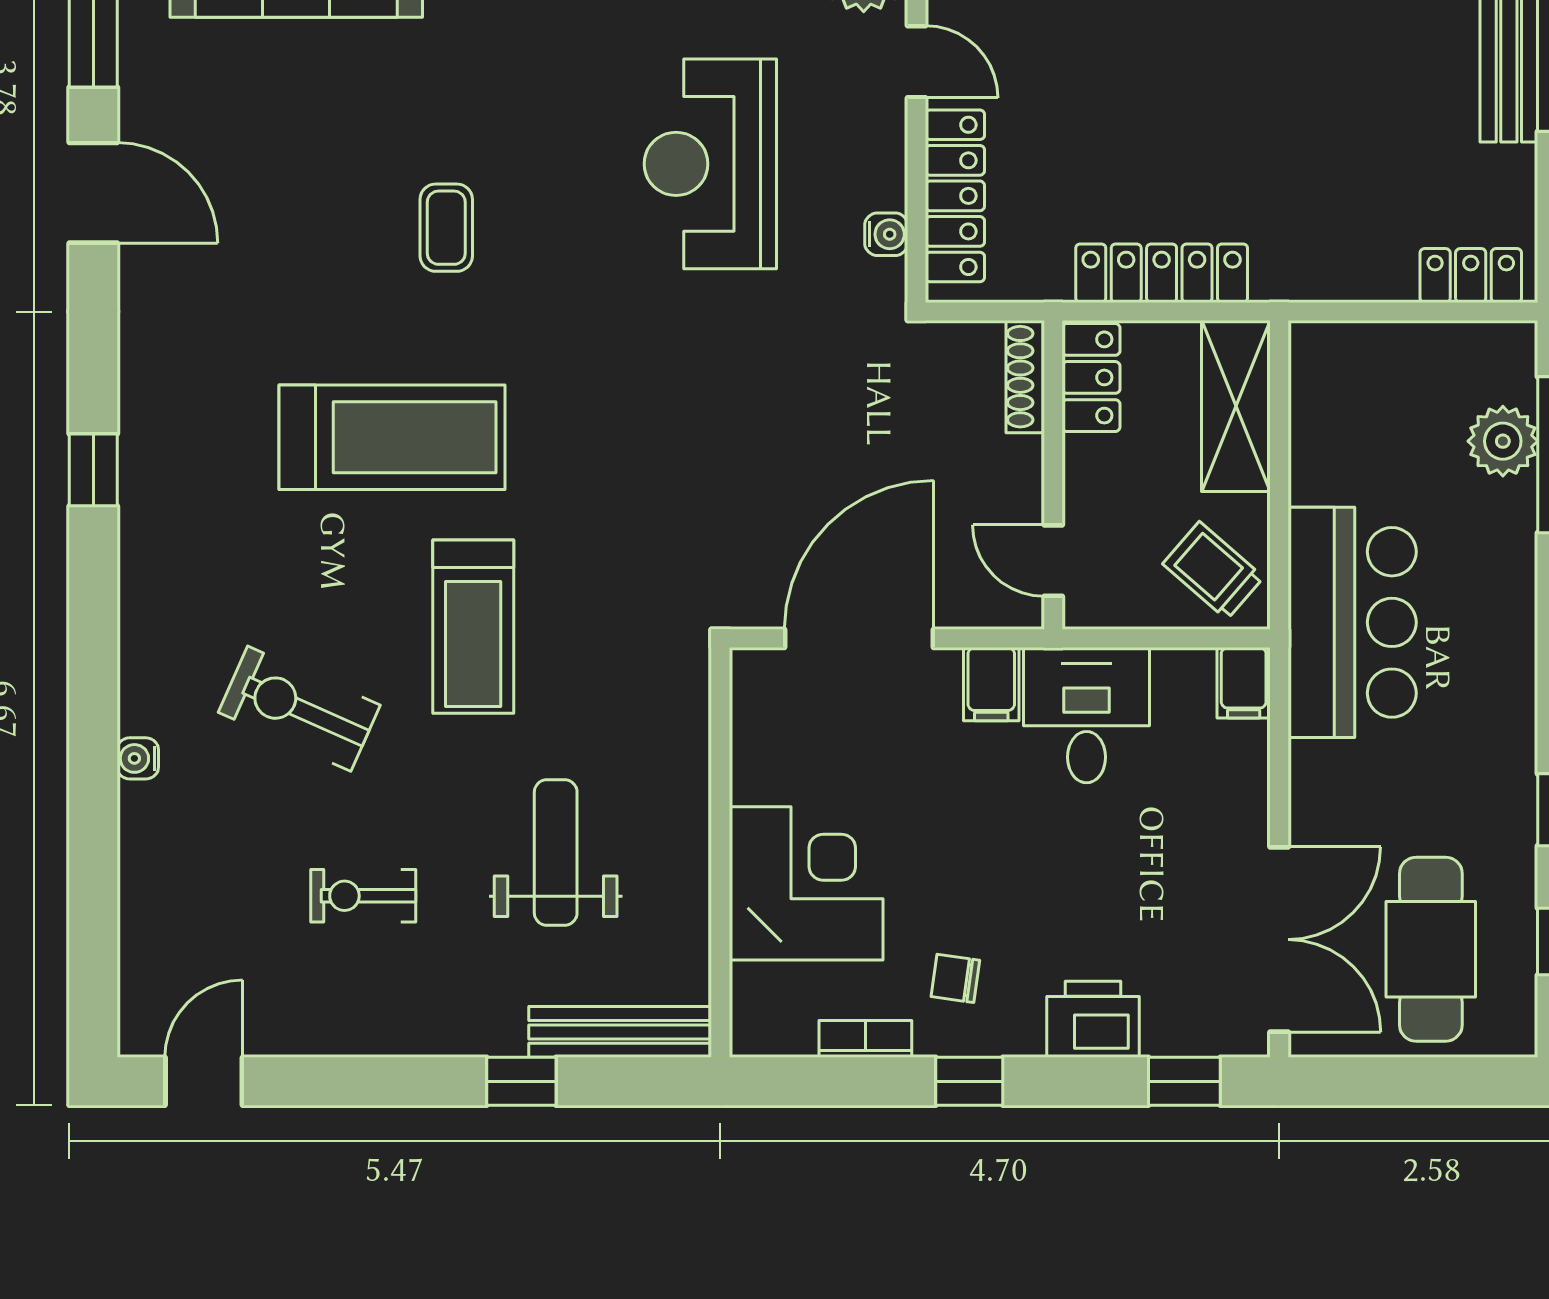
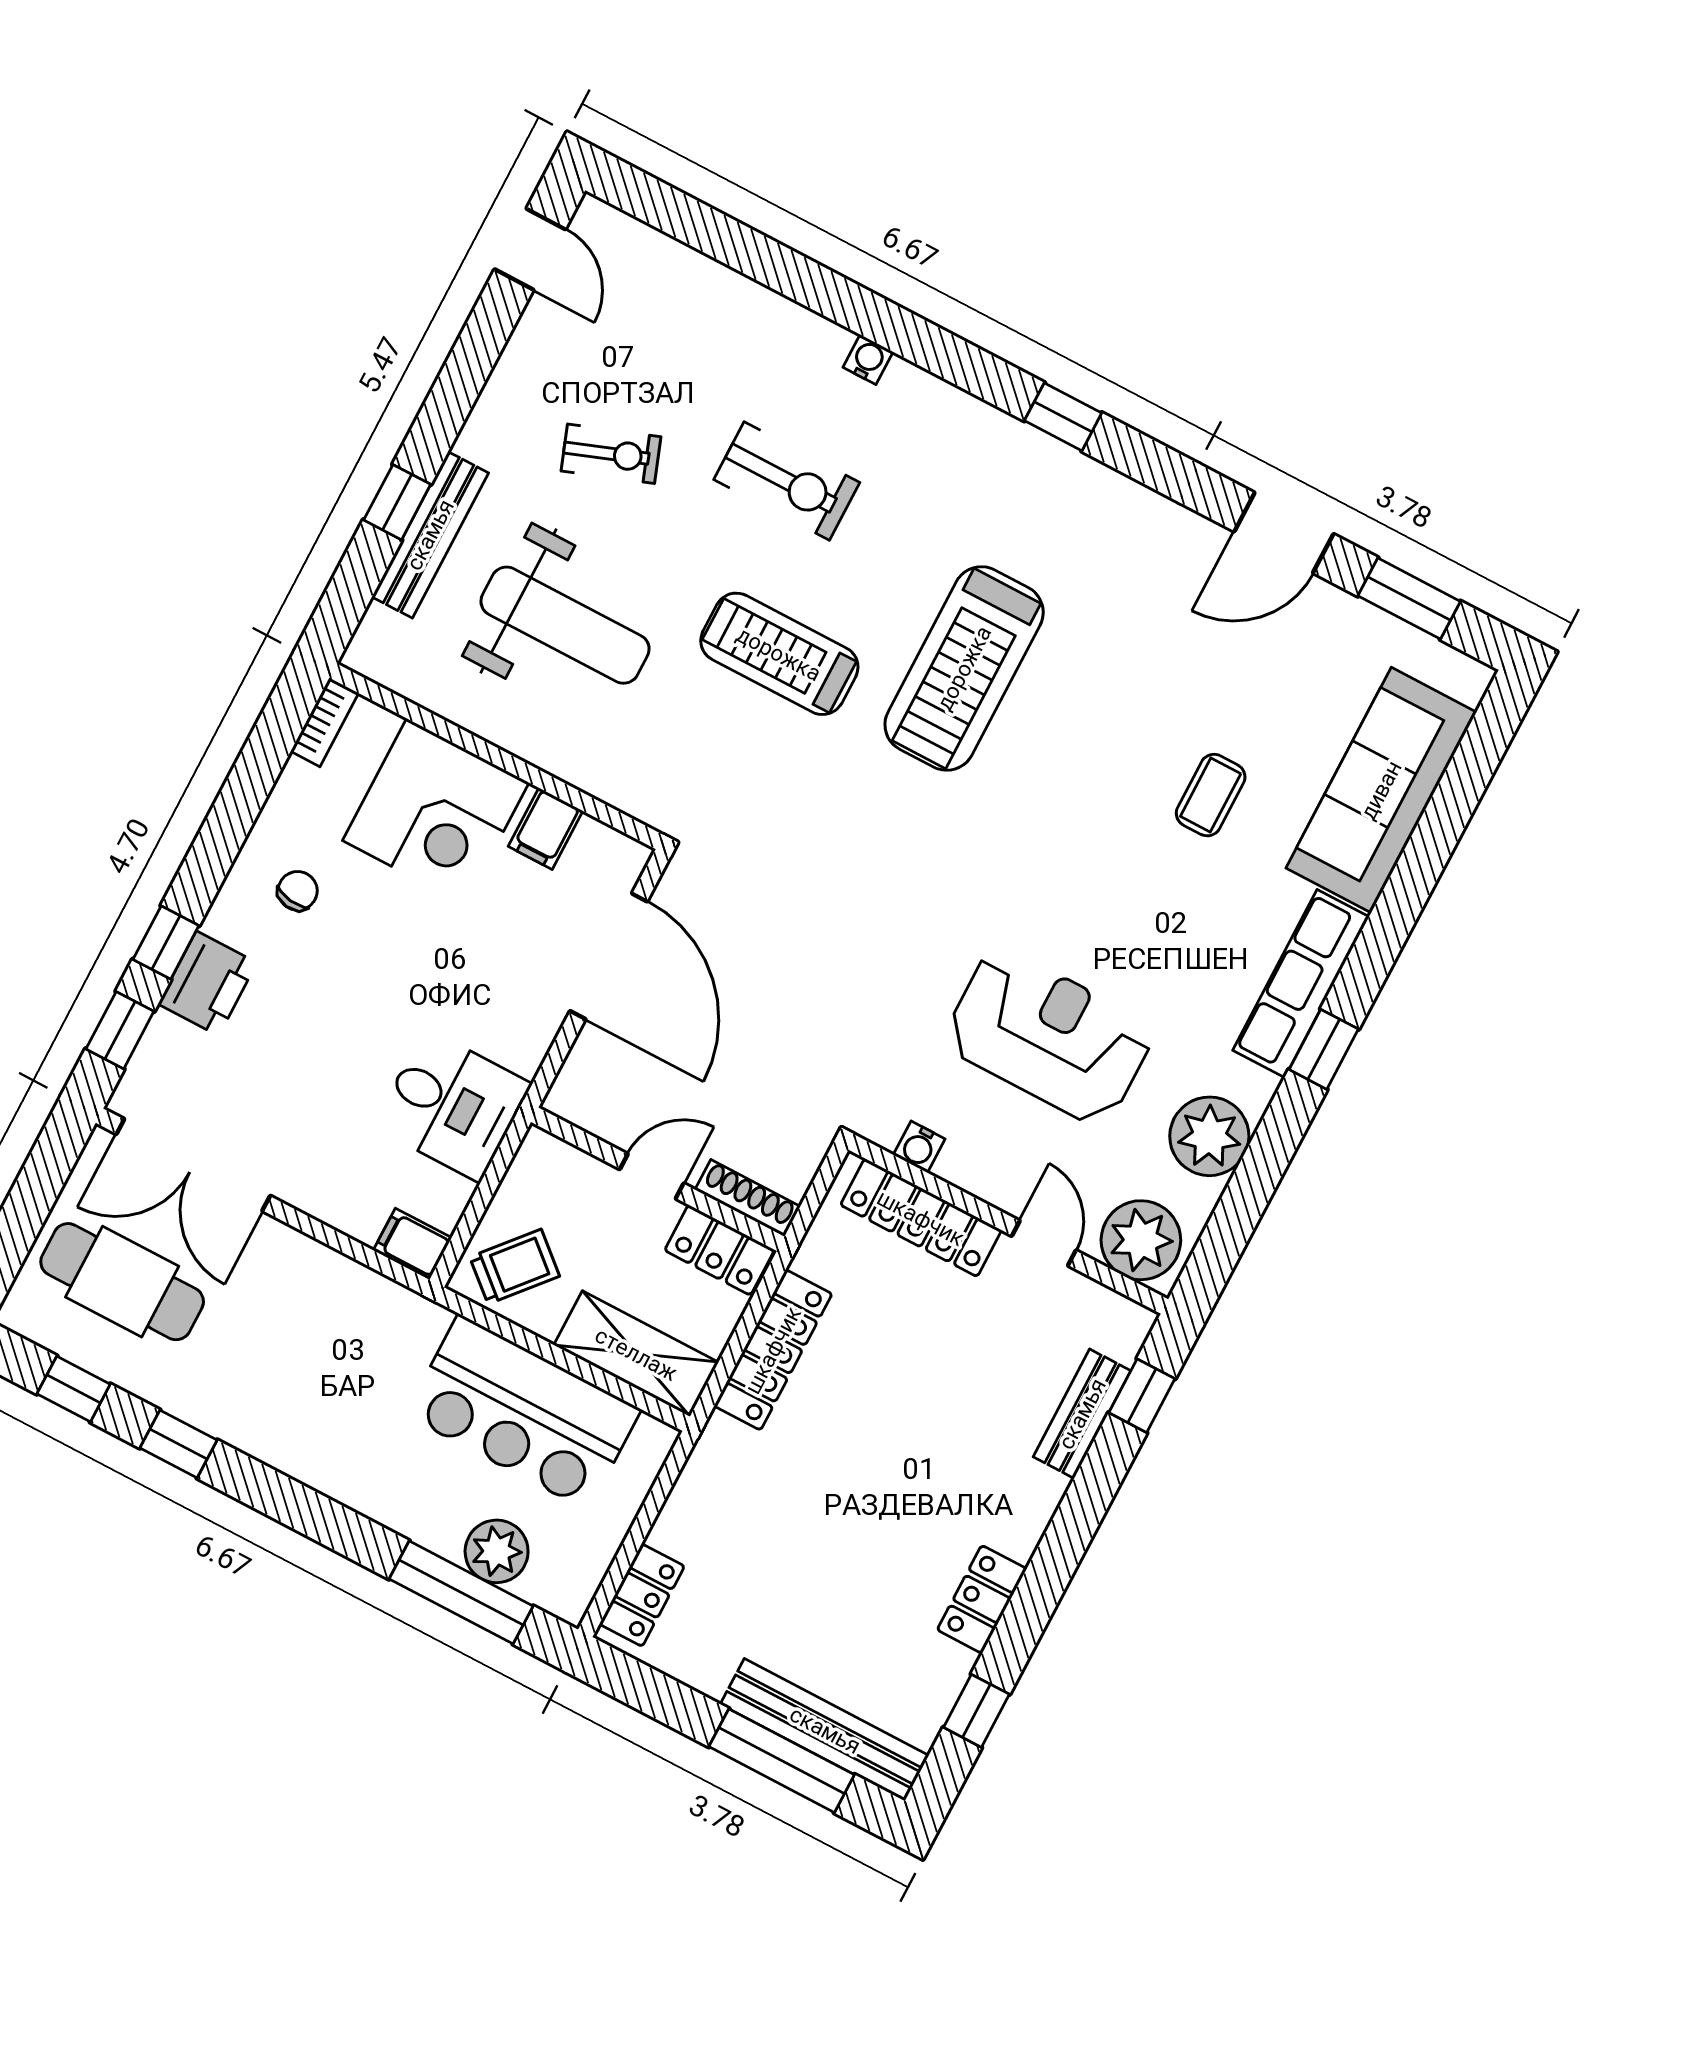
door: (917, 62) -> (1044, 1243), swing flipped
coffee table: (446, 228) -> (1211, 795), moved, turned 90
door: (1053, 561) -> (652, 1176), moved
bar counter: (1352, 622) -> (523, 1412), moved
filing cabinet: (991, 684) -> (545, 829), moved, turned -90
exercise bike: (299, 709) -> (787, 481), turned 66
water cooler: (138, 758) -> (868, 360), moved
weight bench: (556, 852) -> (565, 625), width x1.36, depth x1.33
exercise bike: (363, 896) -> (611, 454), turned 70
bench: (620, 1032) -> (430, 535), moved
bookcase: (865, 1039) -> (325, 722), moved
window: (969, 1081) -> (166, 943), moved

